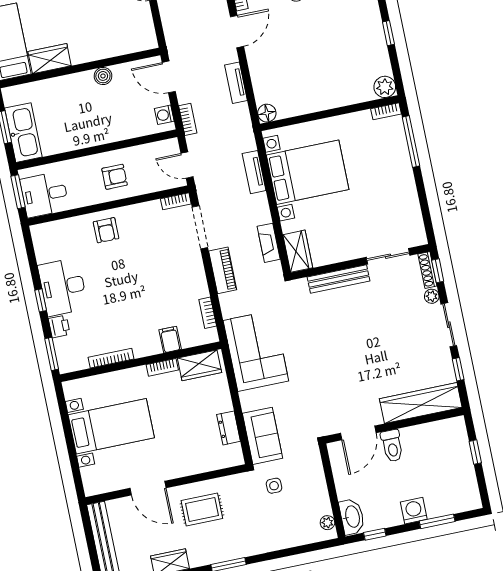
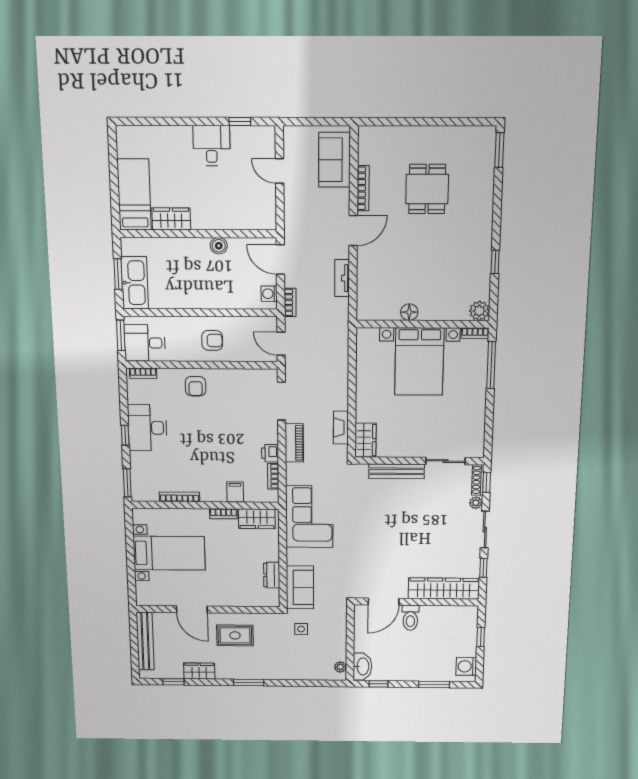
floor lamp: (267, 113) -> (409, 312), moved
tv unit: (254, 172) -> (341, 363), removed
bed with nightstands: (308, 172) -> (419, 362), moved, turned 90
bookcase: (176, 201) -> (143, 373), moved
printer: (59, 326) -> (270, 453), moved, turned 180
washing machine: (414, 511) -> (466, 666), moved, turned -90

